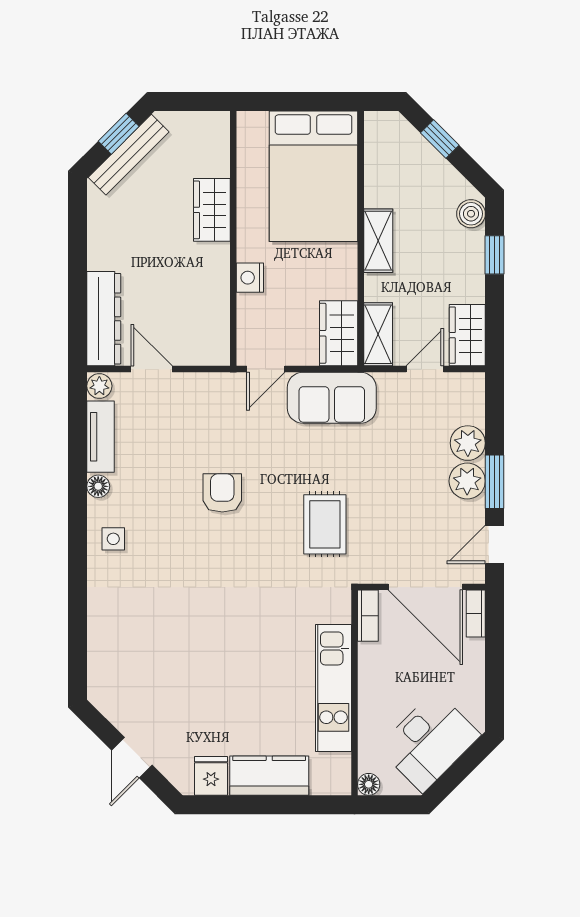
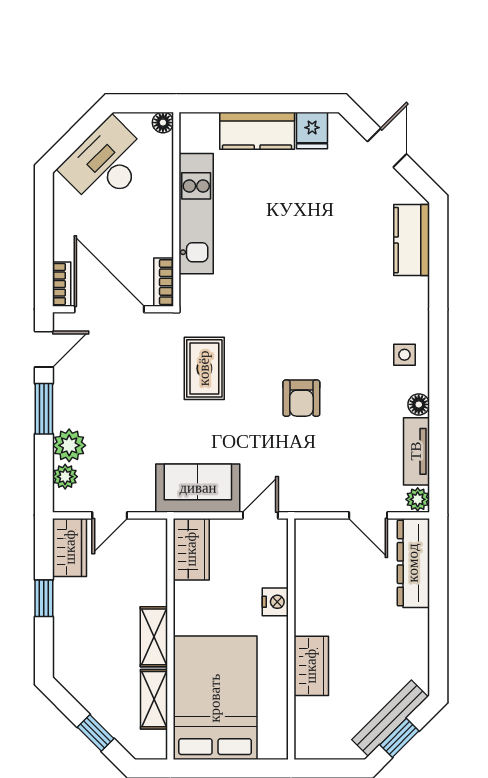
boiler: (471, 214) -> (66, 662), removed
window: (495, 255) -> (44, 598), moved
shelving: (378, 334) -> (154, 699), moved
plant: (467, 481) -> (65, 477), moved, width x0.73, depth x0.73
kitchen counter: (106, 660) -> (412, 240), added

